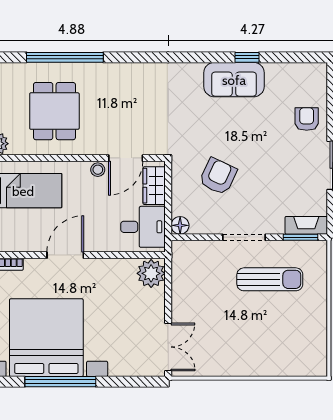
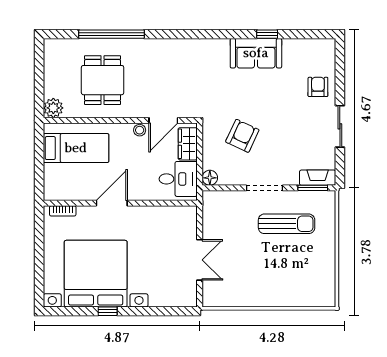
plant: (151, 273) -> (185, 219), removed
double door: (168, 347) -> (200, 260), moved
window: (60, 382) -> (108, 311), width x0.32

